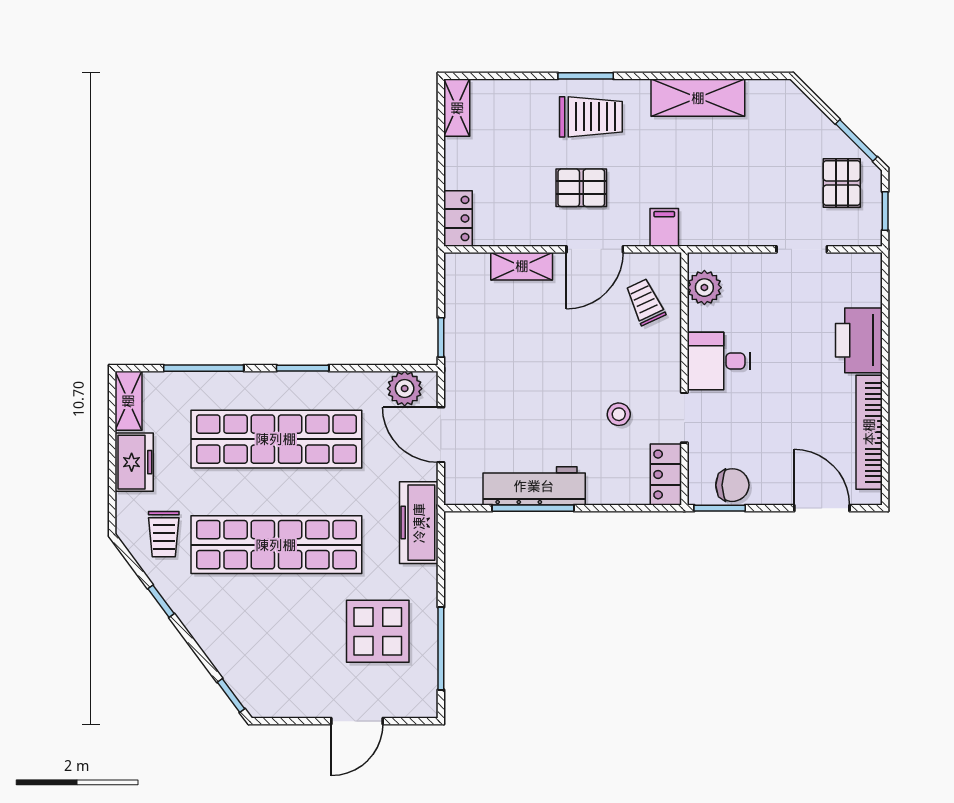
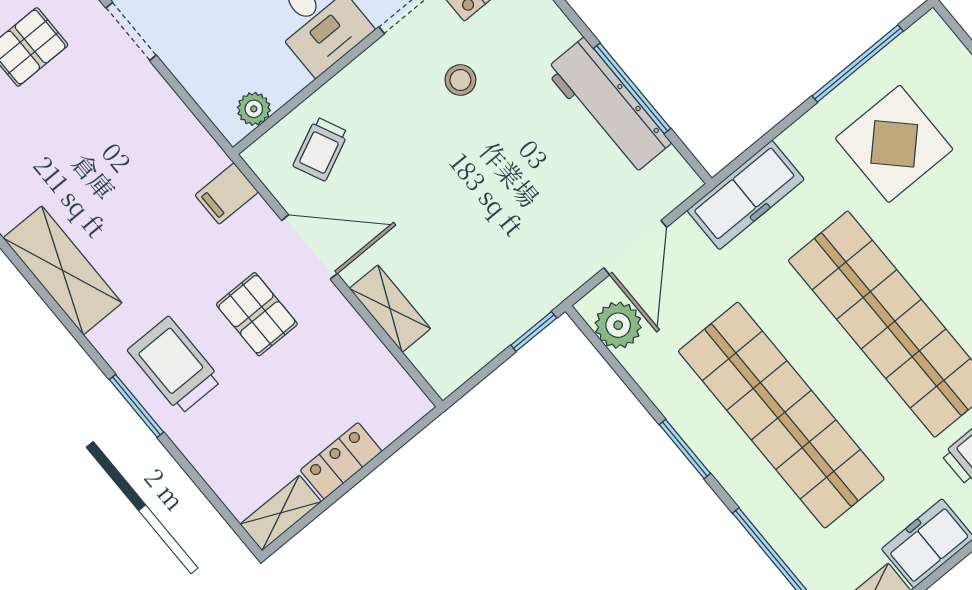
locker: (458, 218) -> (341, 461), moved
plant: (704, 288) -> (254, 109), width x0.73, depth x0.73

